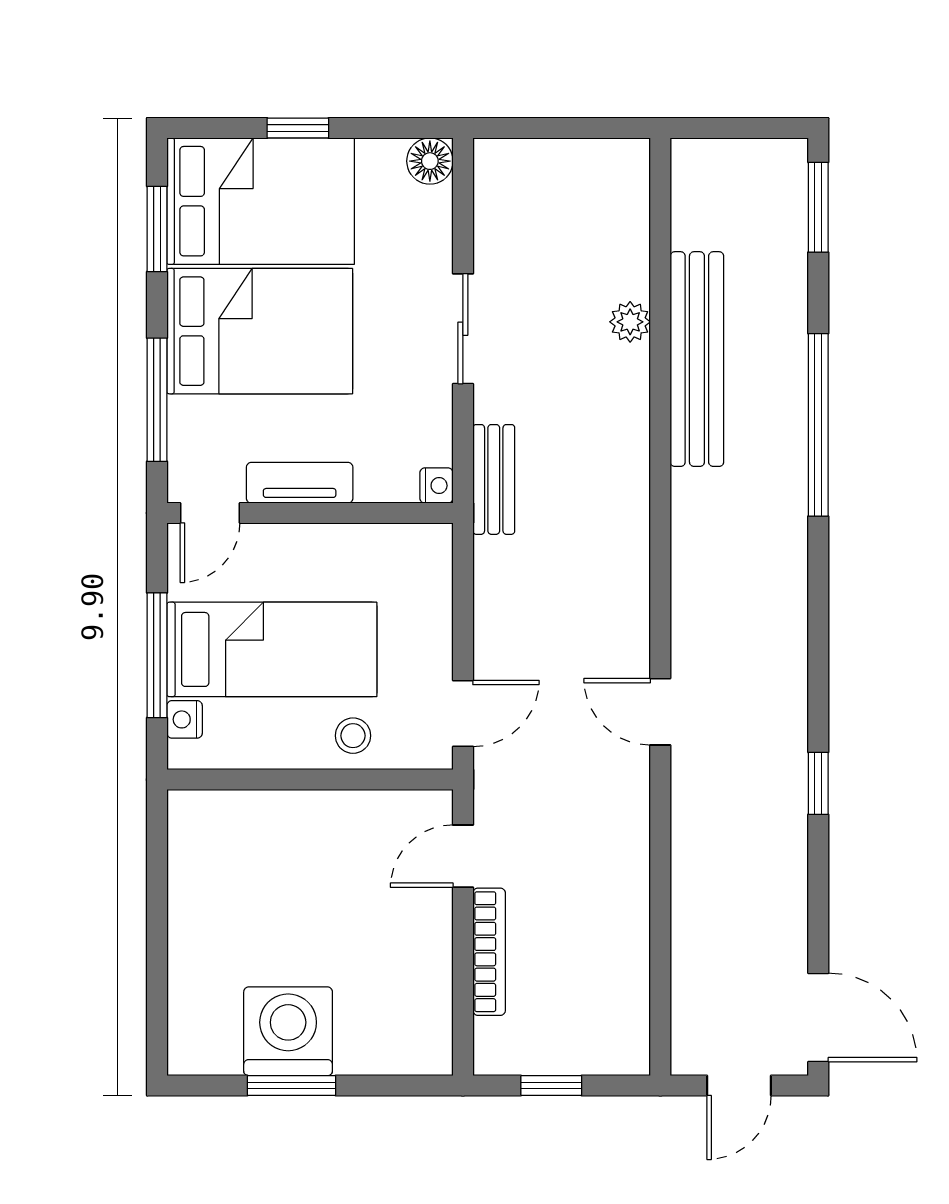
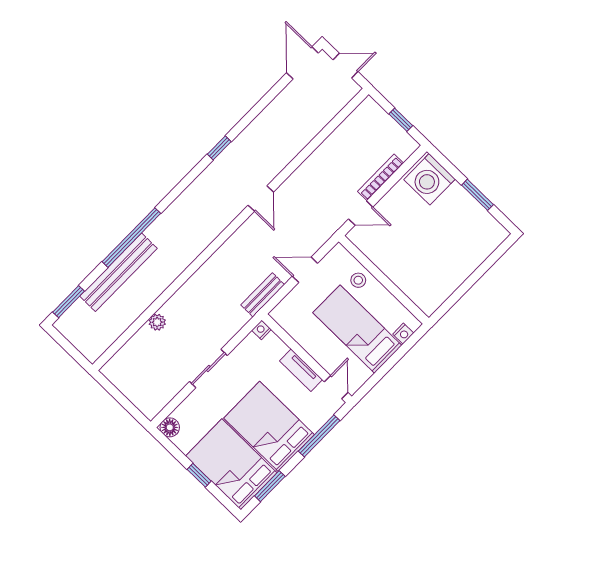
bench: (697, 359) -> (118, 272), moved
bench: (494, 479) -> (263, 295), moved
door: (210, 513) -> (336, 387), hinge flipped
window: (157, 655) -> (393, 360), removed
door: (463, 713) -> (305, 270), moved
window: (818, 783) -> (219, 148), moved
washing machine: (288, 1031) -> (430, 179), moved

